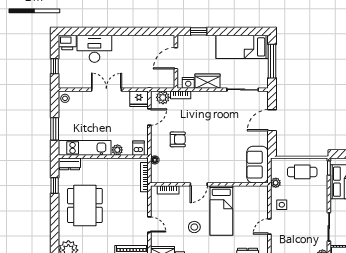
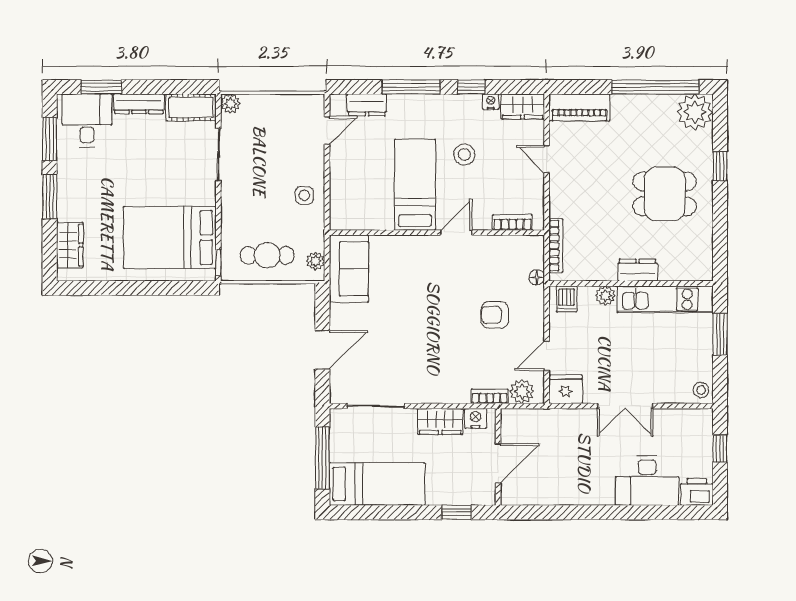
dresser: (70, 164) -> (637, 270), moved
plant: (276, 183) -> (316, 261), moved
window: (55, 186) -> (720, 166), moved
dining table: (85, 205) -> (665, 194), width x0.73
door: (269, 226) -> (327, 130), moved

